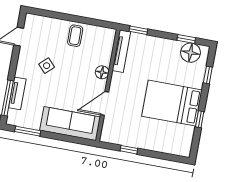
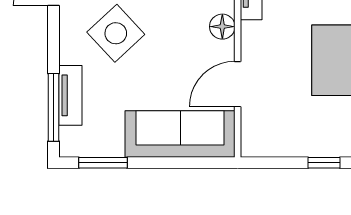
side table: (47, 66) -> (116, 33), width x1.87, depth x1.87
window: (129, 150) -> (324, 163), moved

